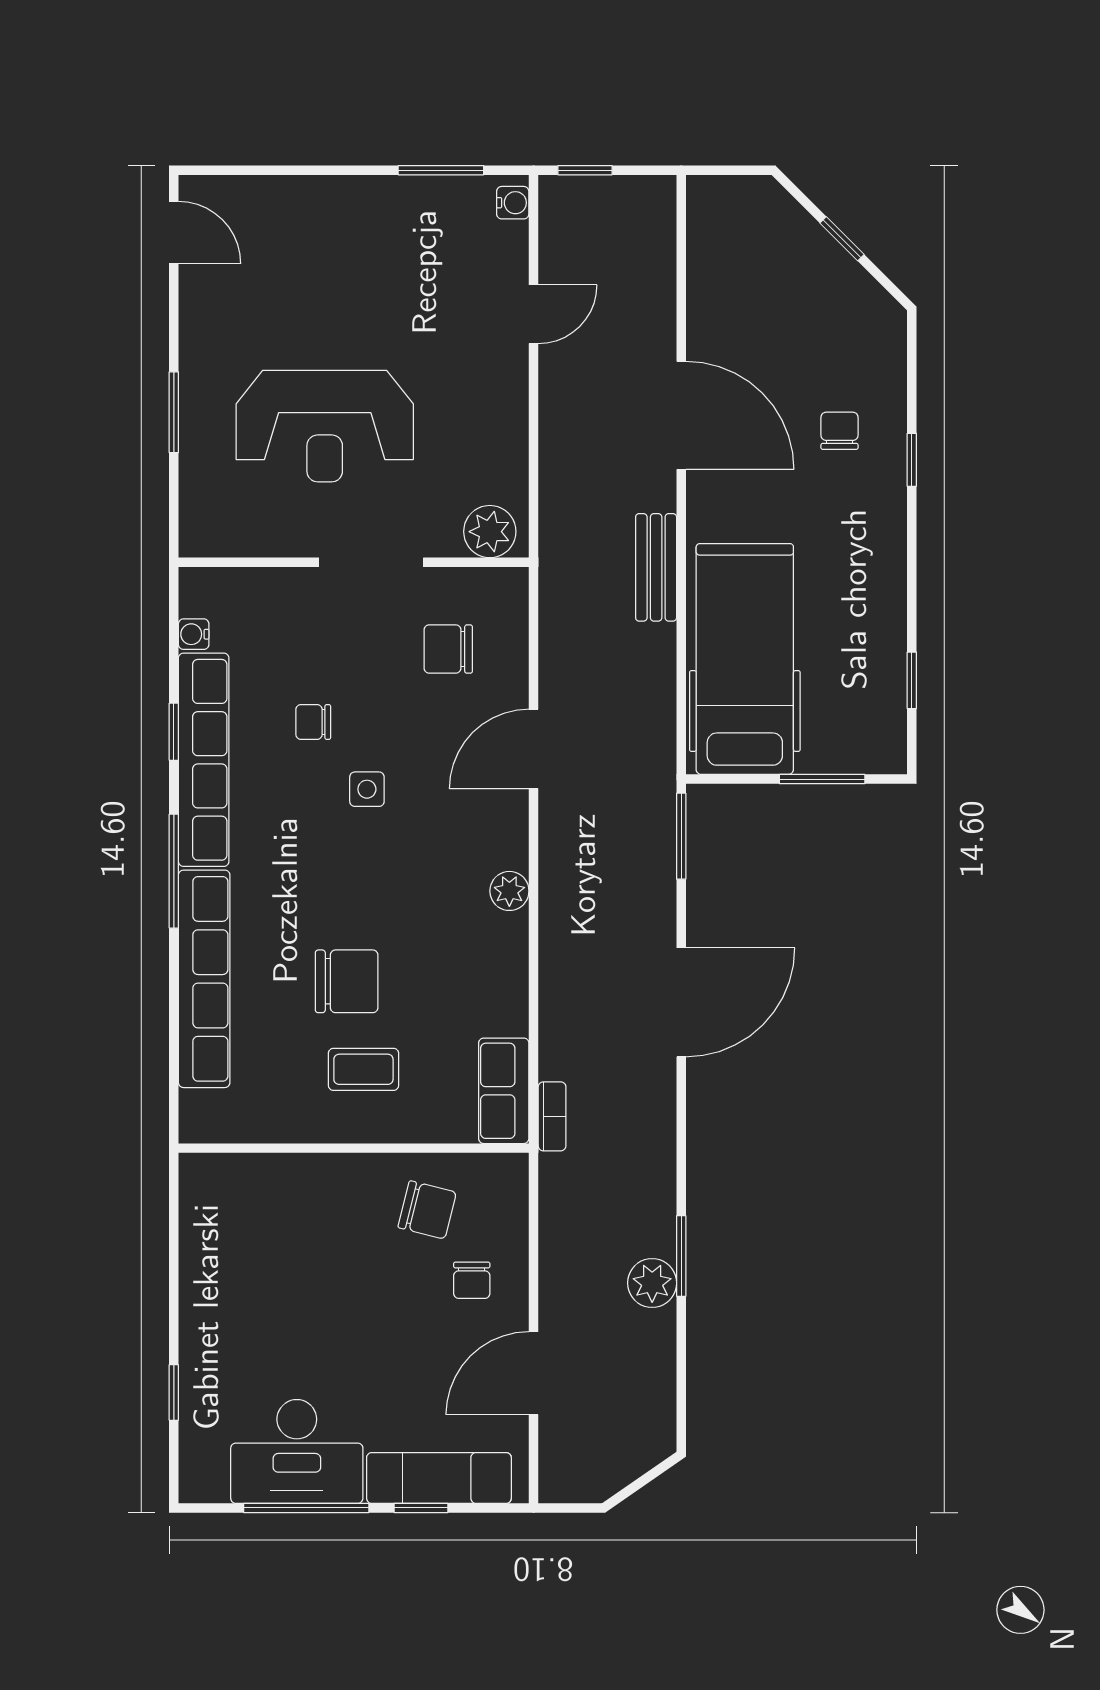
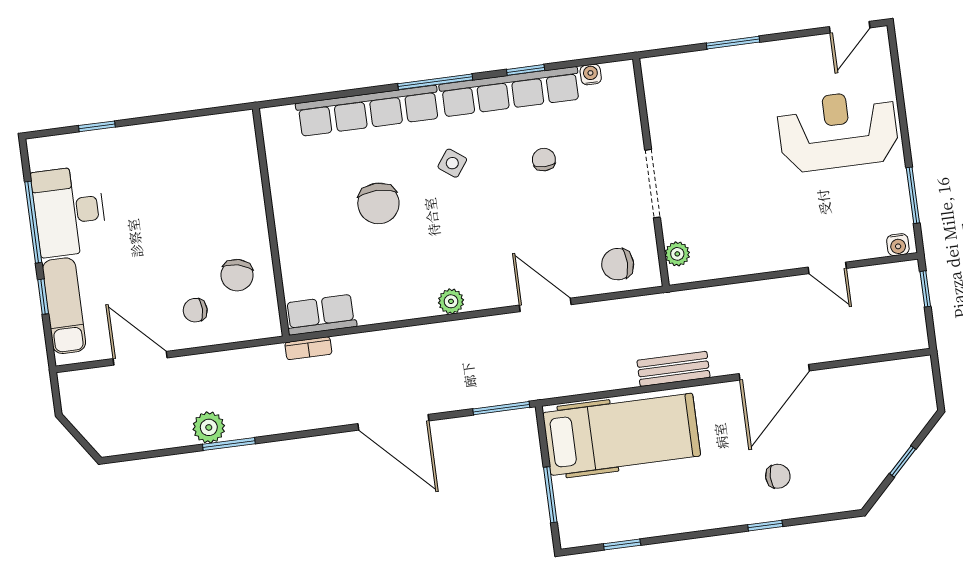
reception desk: (325, 426) -> (838, 131), moved, turned 90
plant: (490, 532) -> (677, 254), width x0.73, depth x0.73
chair: (448, 649) -> (618, 264), moved, turned -90
side table: (367, 789) -> (452, 163), moved, turned 36
coffee table: (363, 1069) -> (323, 222), removed

